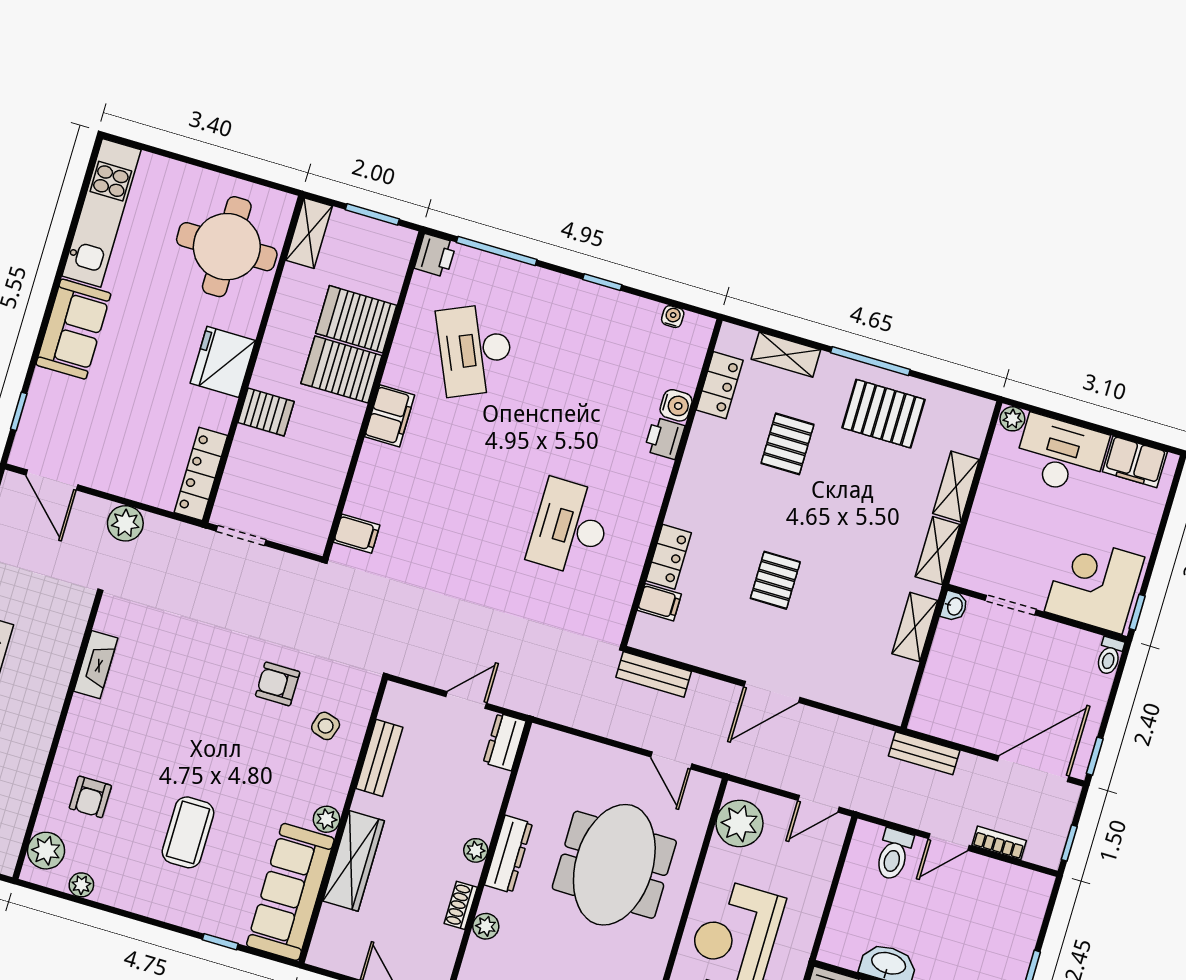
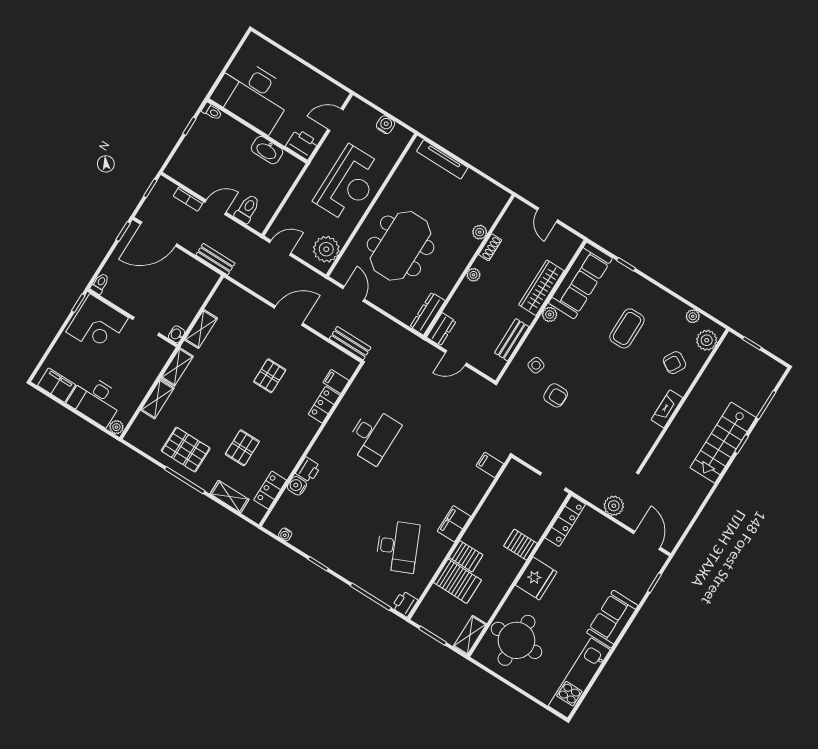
server rack: (341, 370) -> (466, 556), width x0.73, depth x0.70
fireplace: (96, 665) -> (667, 409), moved
armchair: (90, 797) -> (674, 363), turned -150
dresser: (508, 854) -> (427, 314), moved

